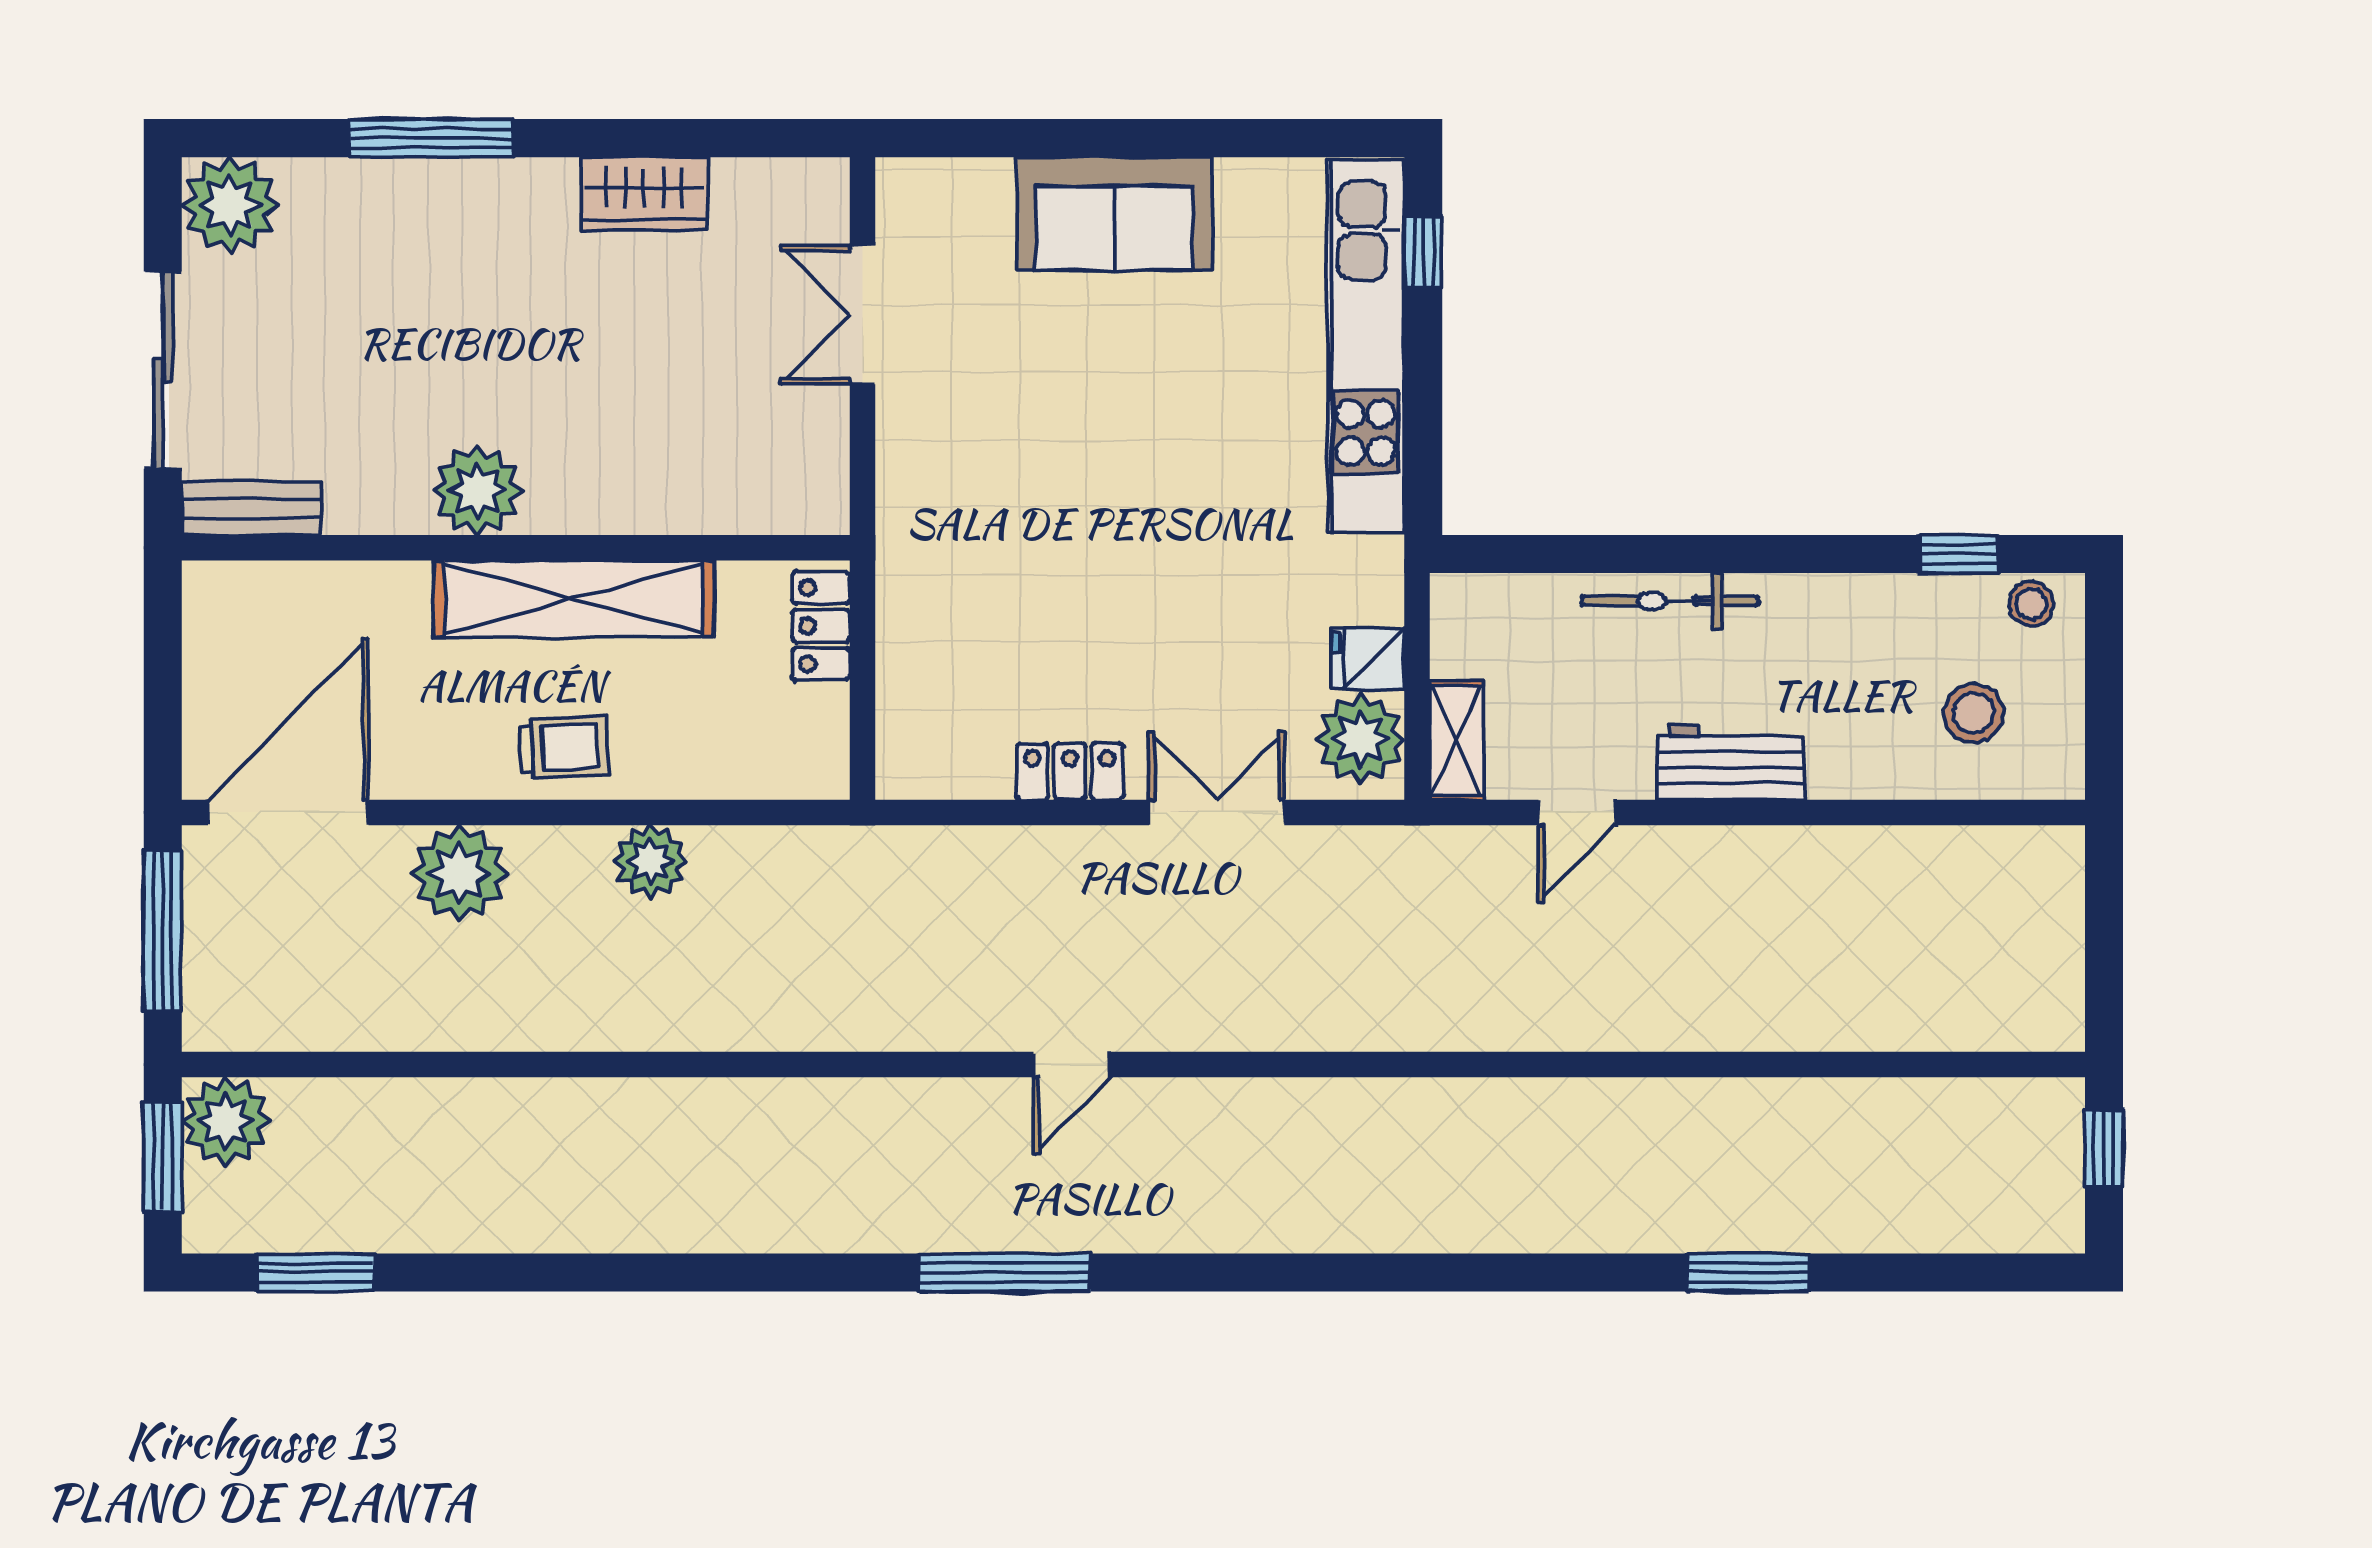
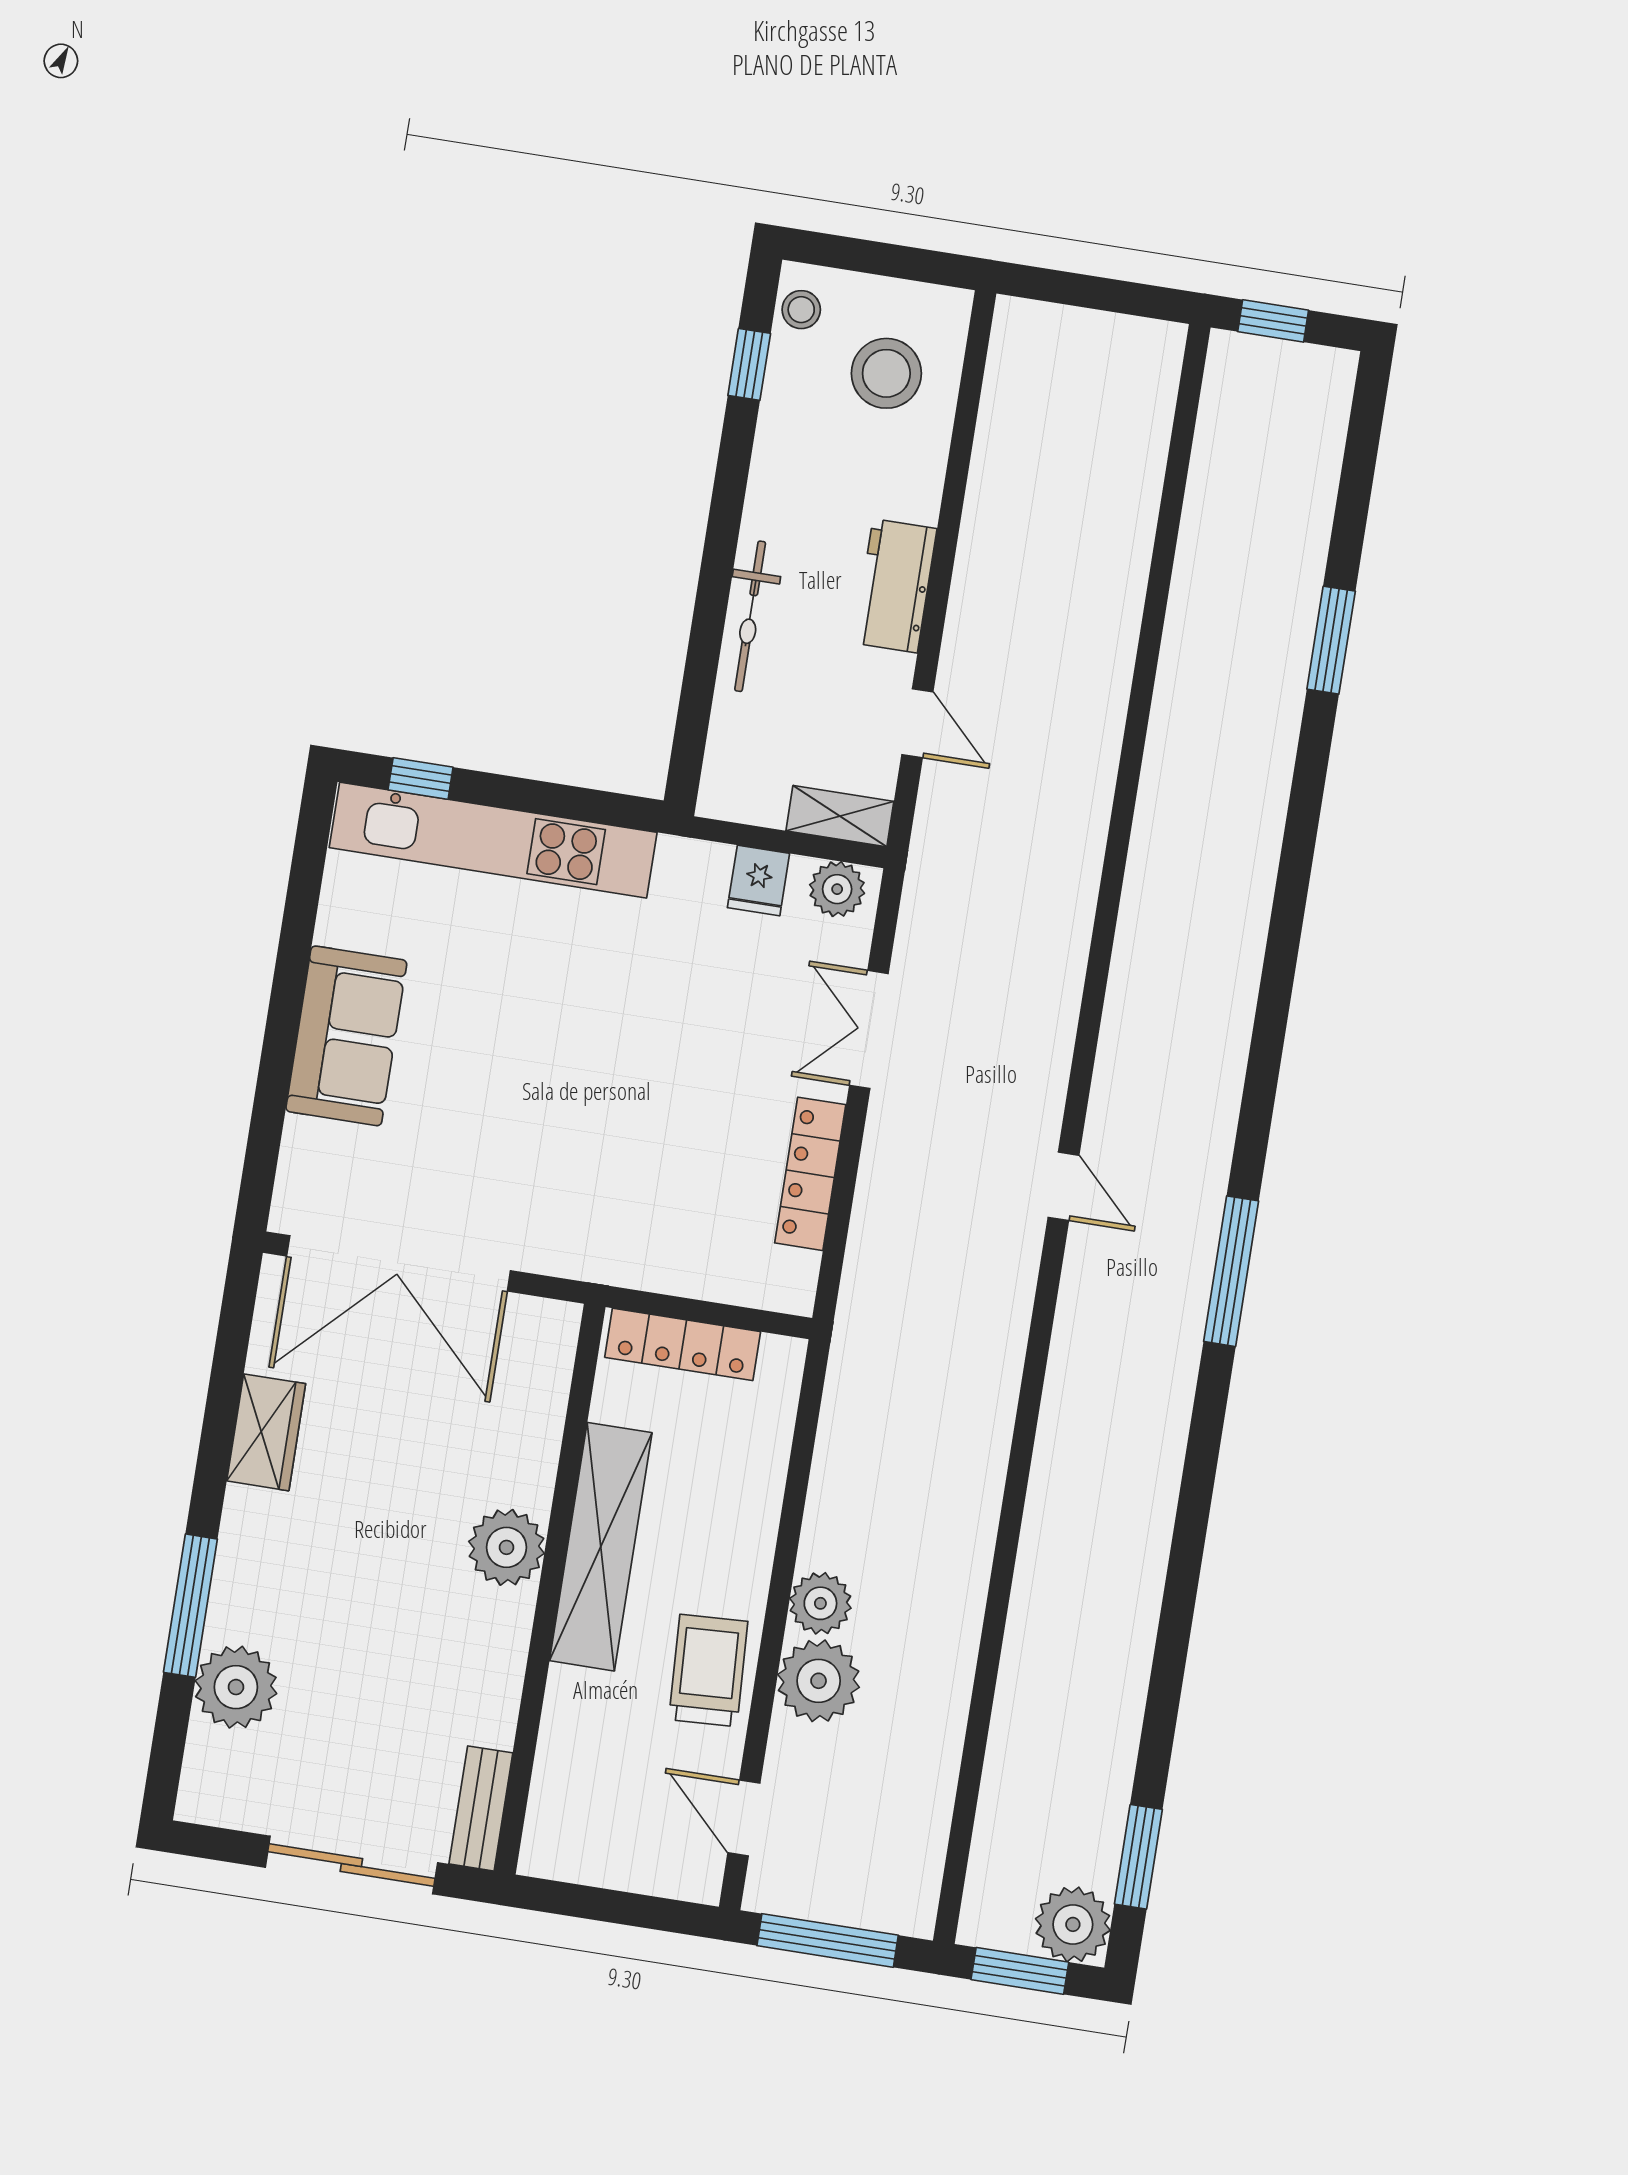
plant: (230, 205) -> (236, 1687), moved
double door: (862, 315) -> (399, 1263), width x1.87
plant: (478, 490) -> (506, 1547), moved
locker: (821, 626) -> (683, 1344), width x1.53
stool: (1973, 713) -> (886, 373), width x1.38, depth x1.38
plant: (1360, 739) -> (837, 889), width x0.73, depth x0.73
trolley: (564, 748) -> (708, 1671), moved, width x1.36, depth x1.39
locker: (1070, 771) -> (810, 1174), width x1.53
door: (288, 812) -> (744, 1818), width x0.53
plant: (650, 861) -> (820, 1603), moved
plant: (226, 1121) -> (1073, 1924), moved

